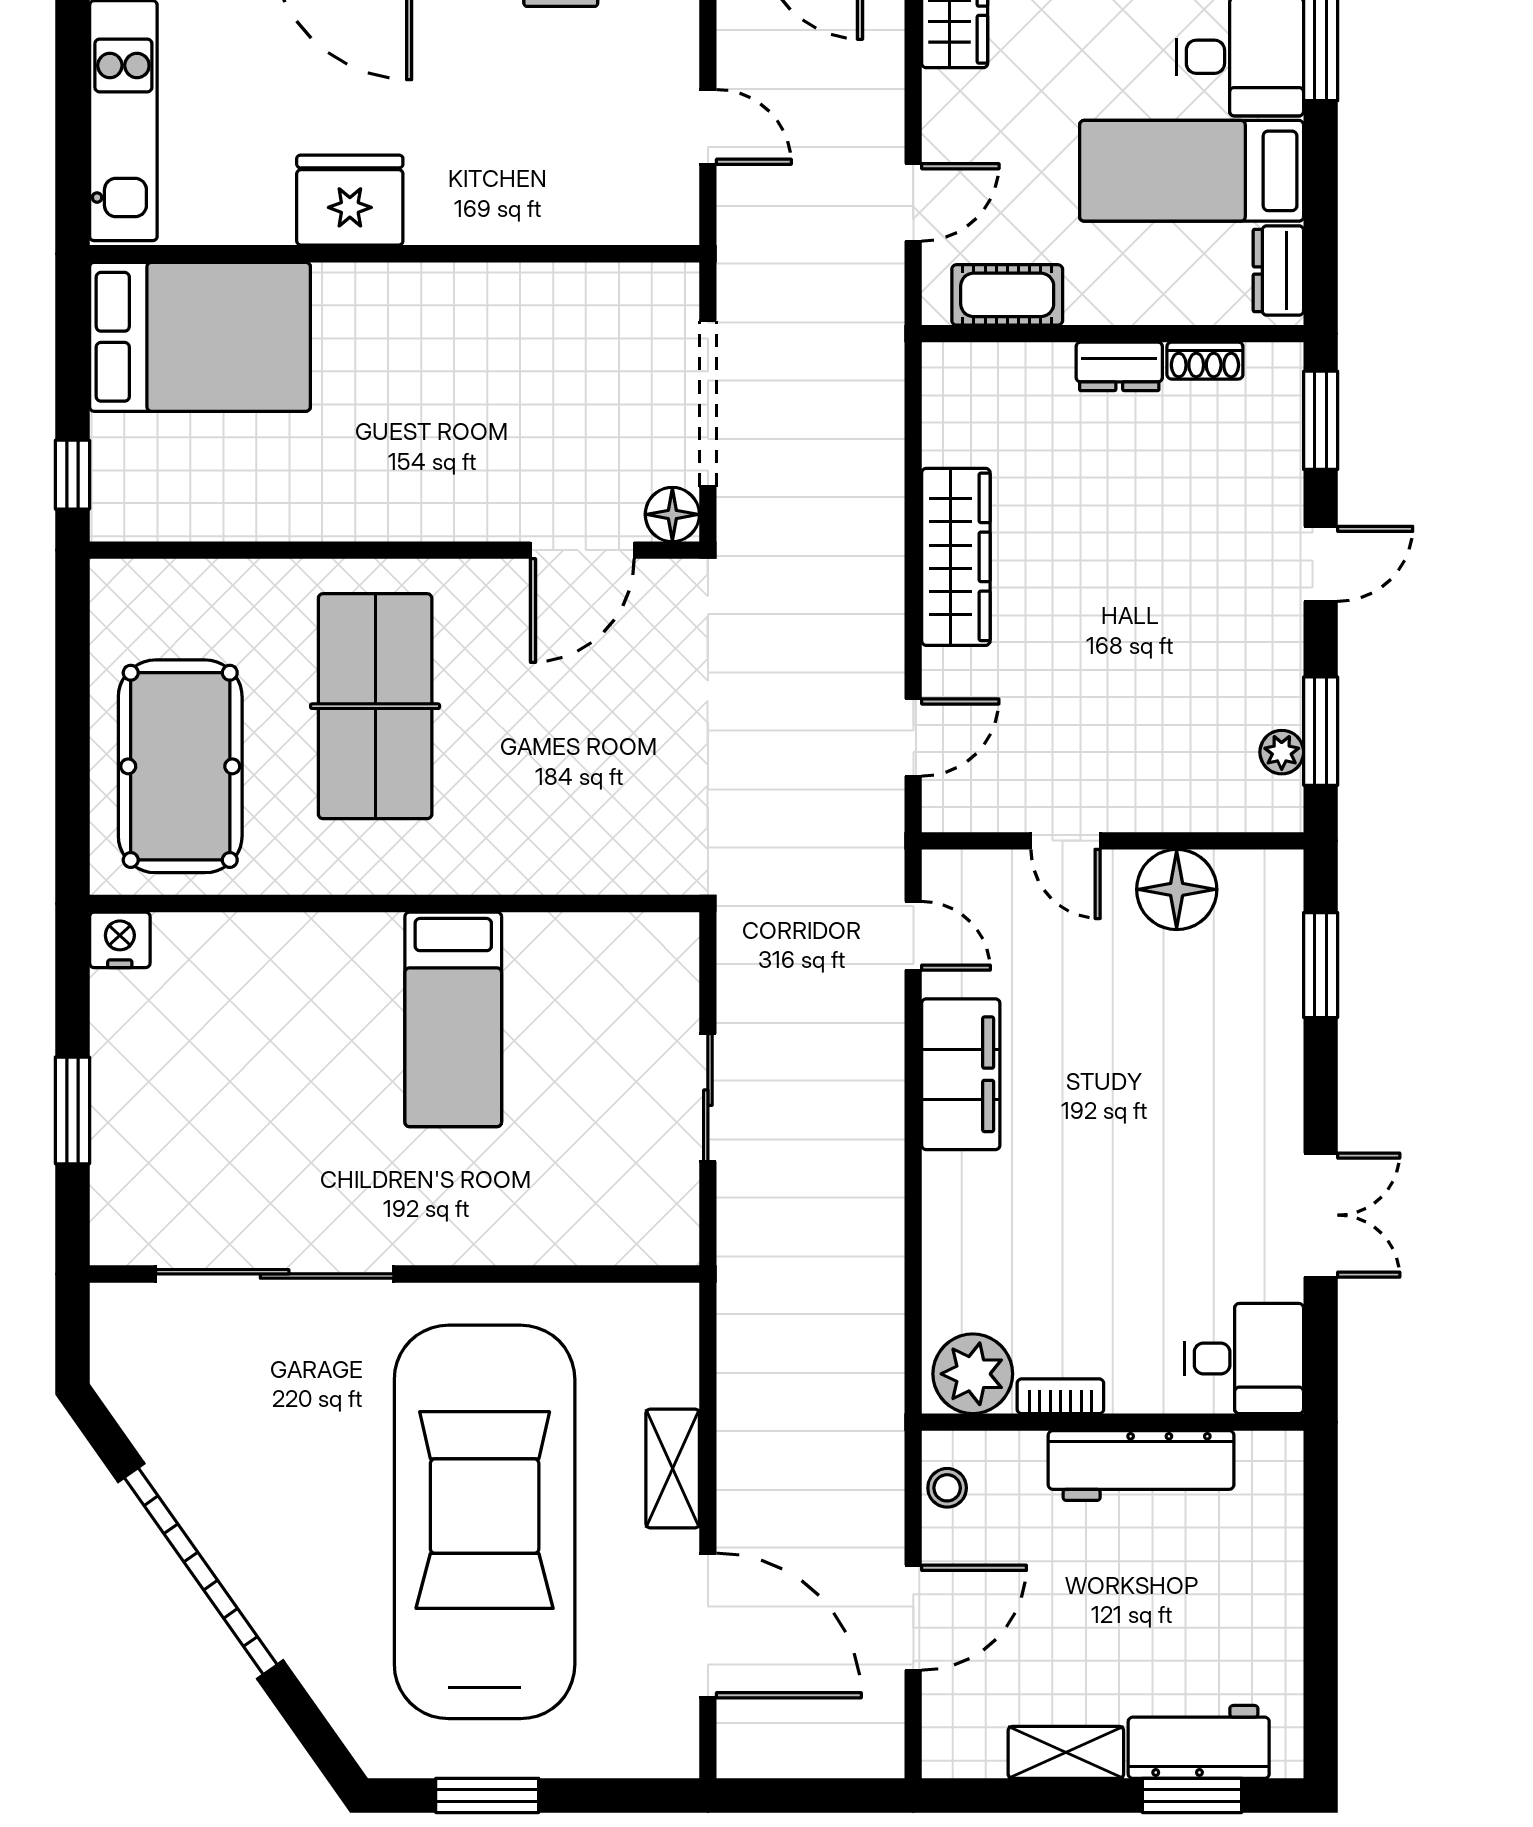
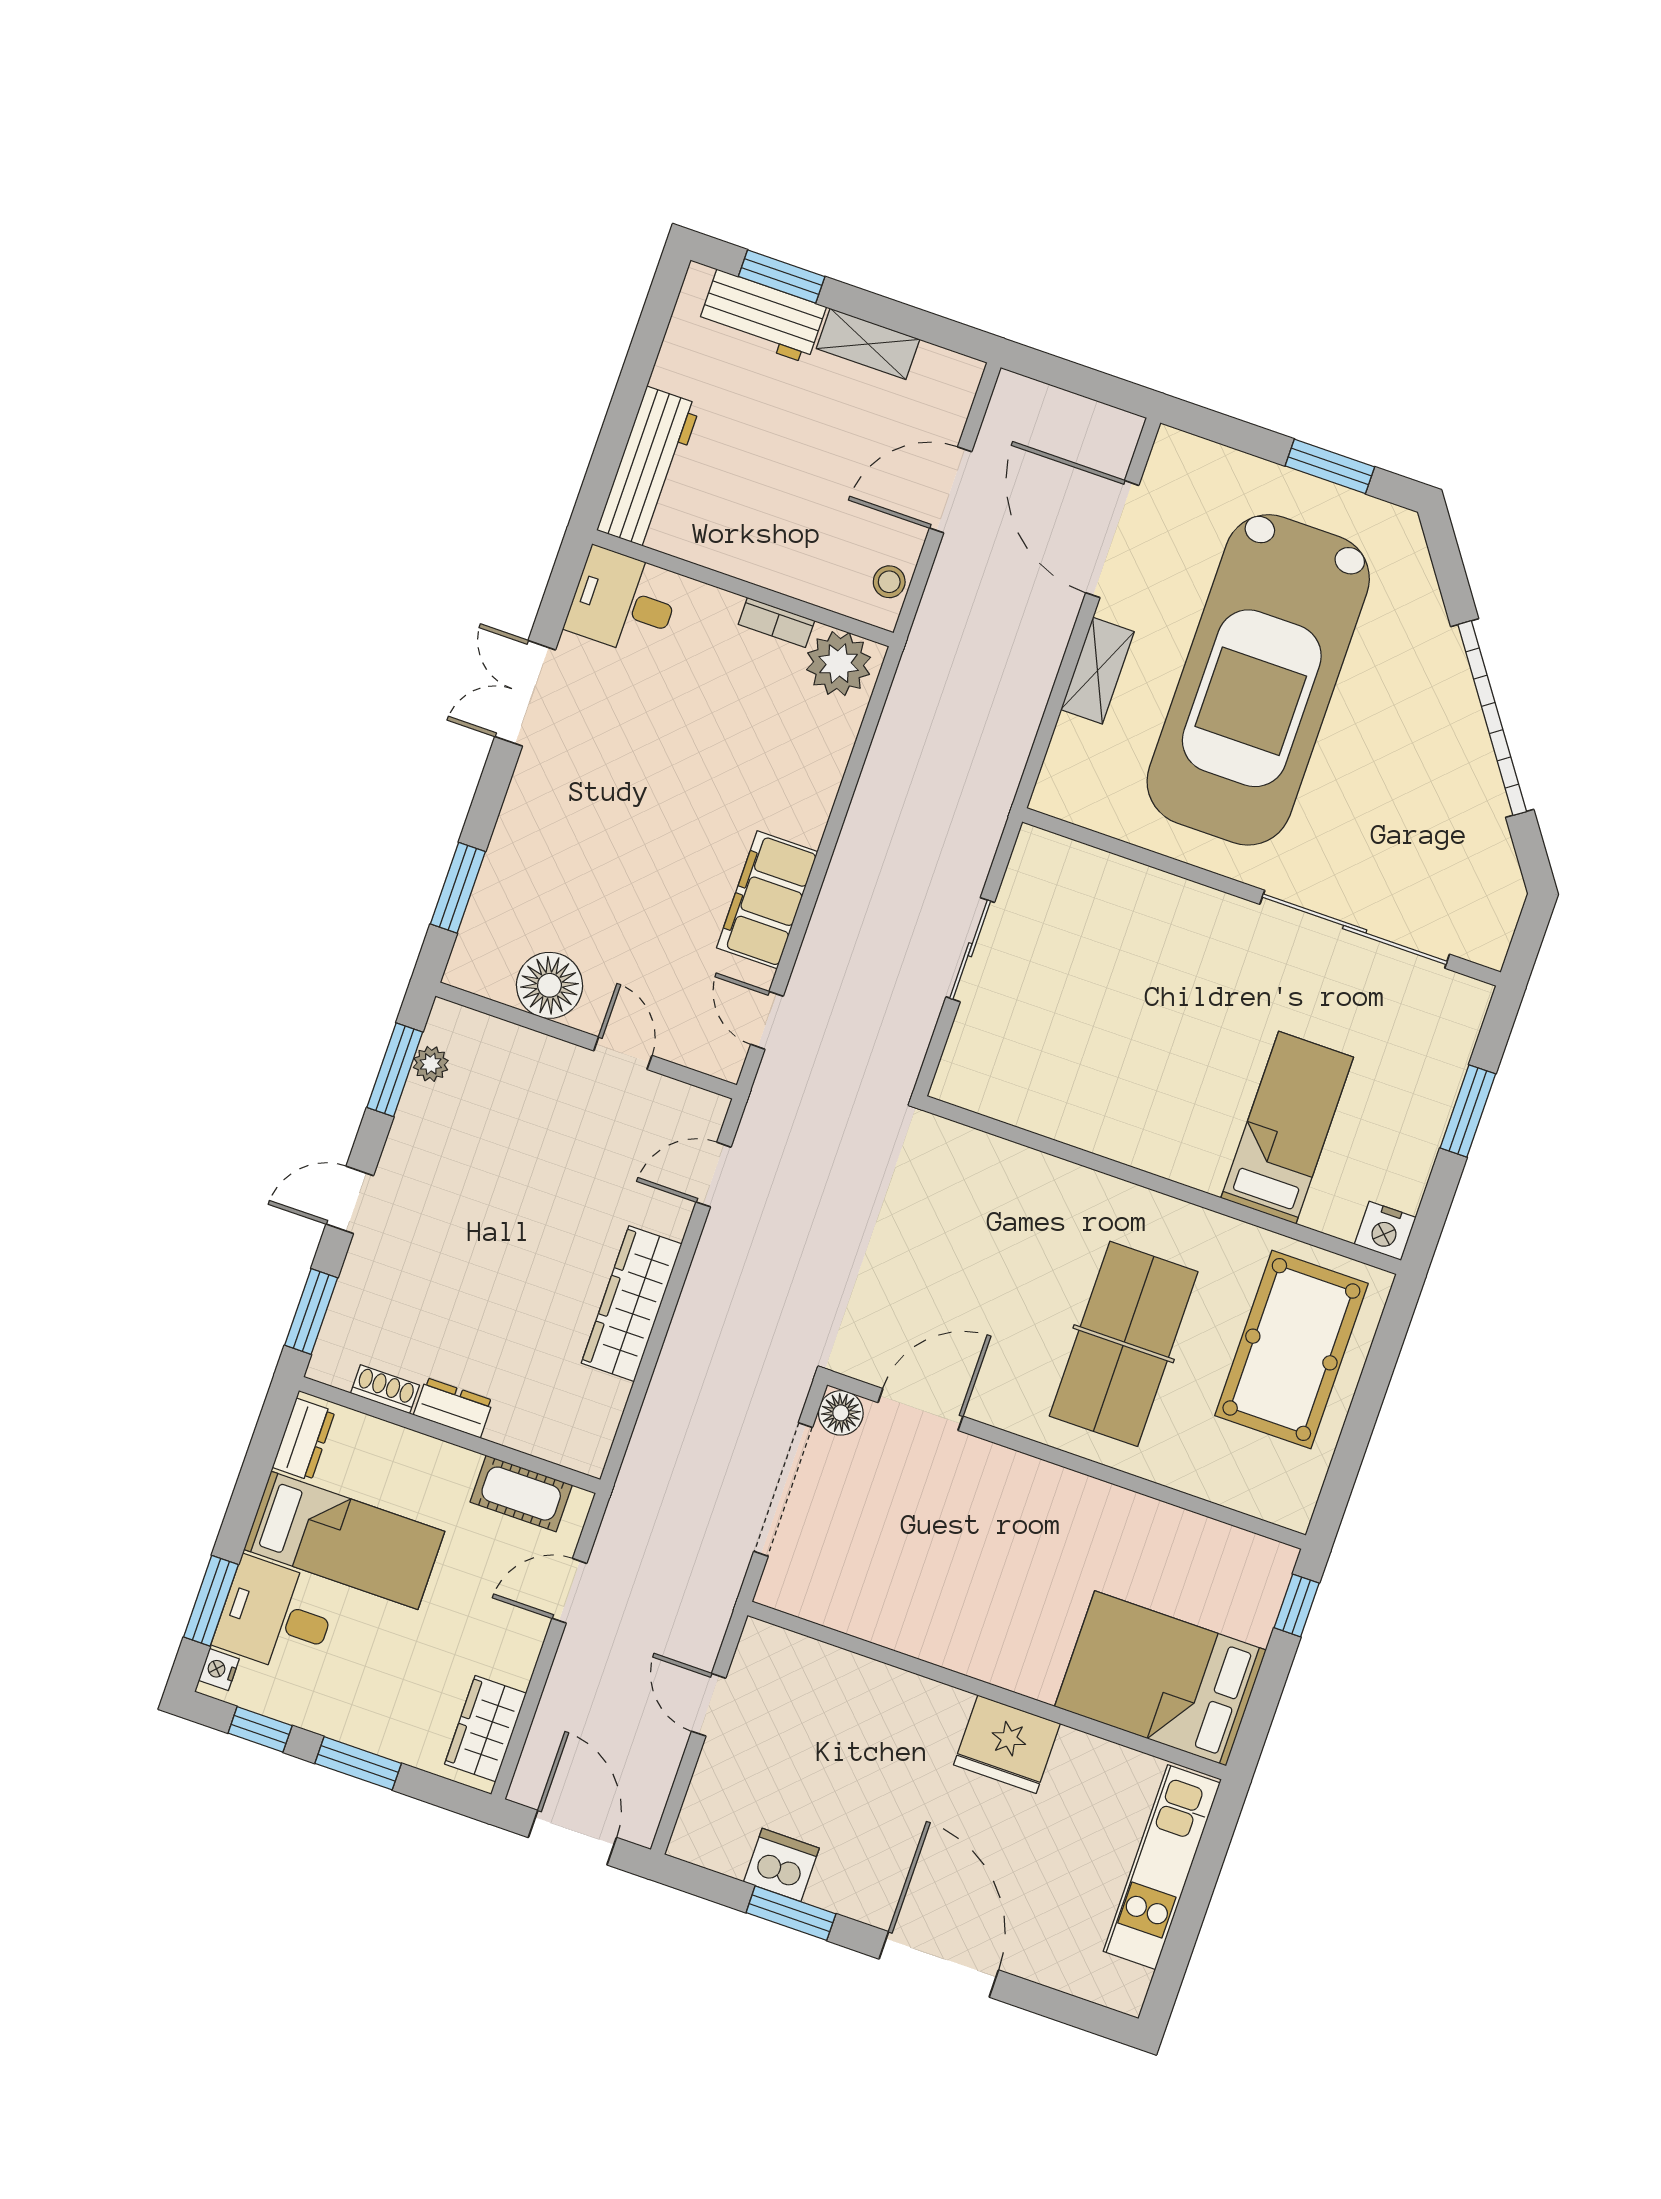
bed: (453, 1019) -> (1287, 1128), moved
workbench: (1141, 1466) -> (649, 467), moved, turned 90

